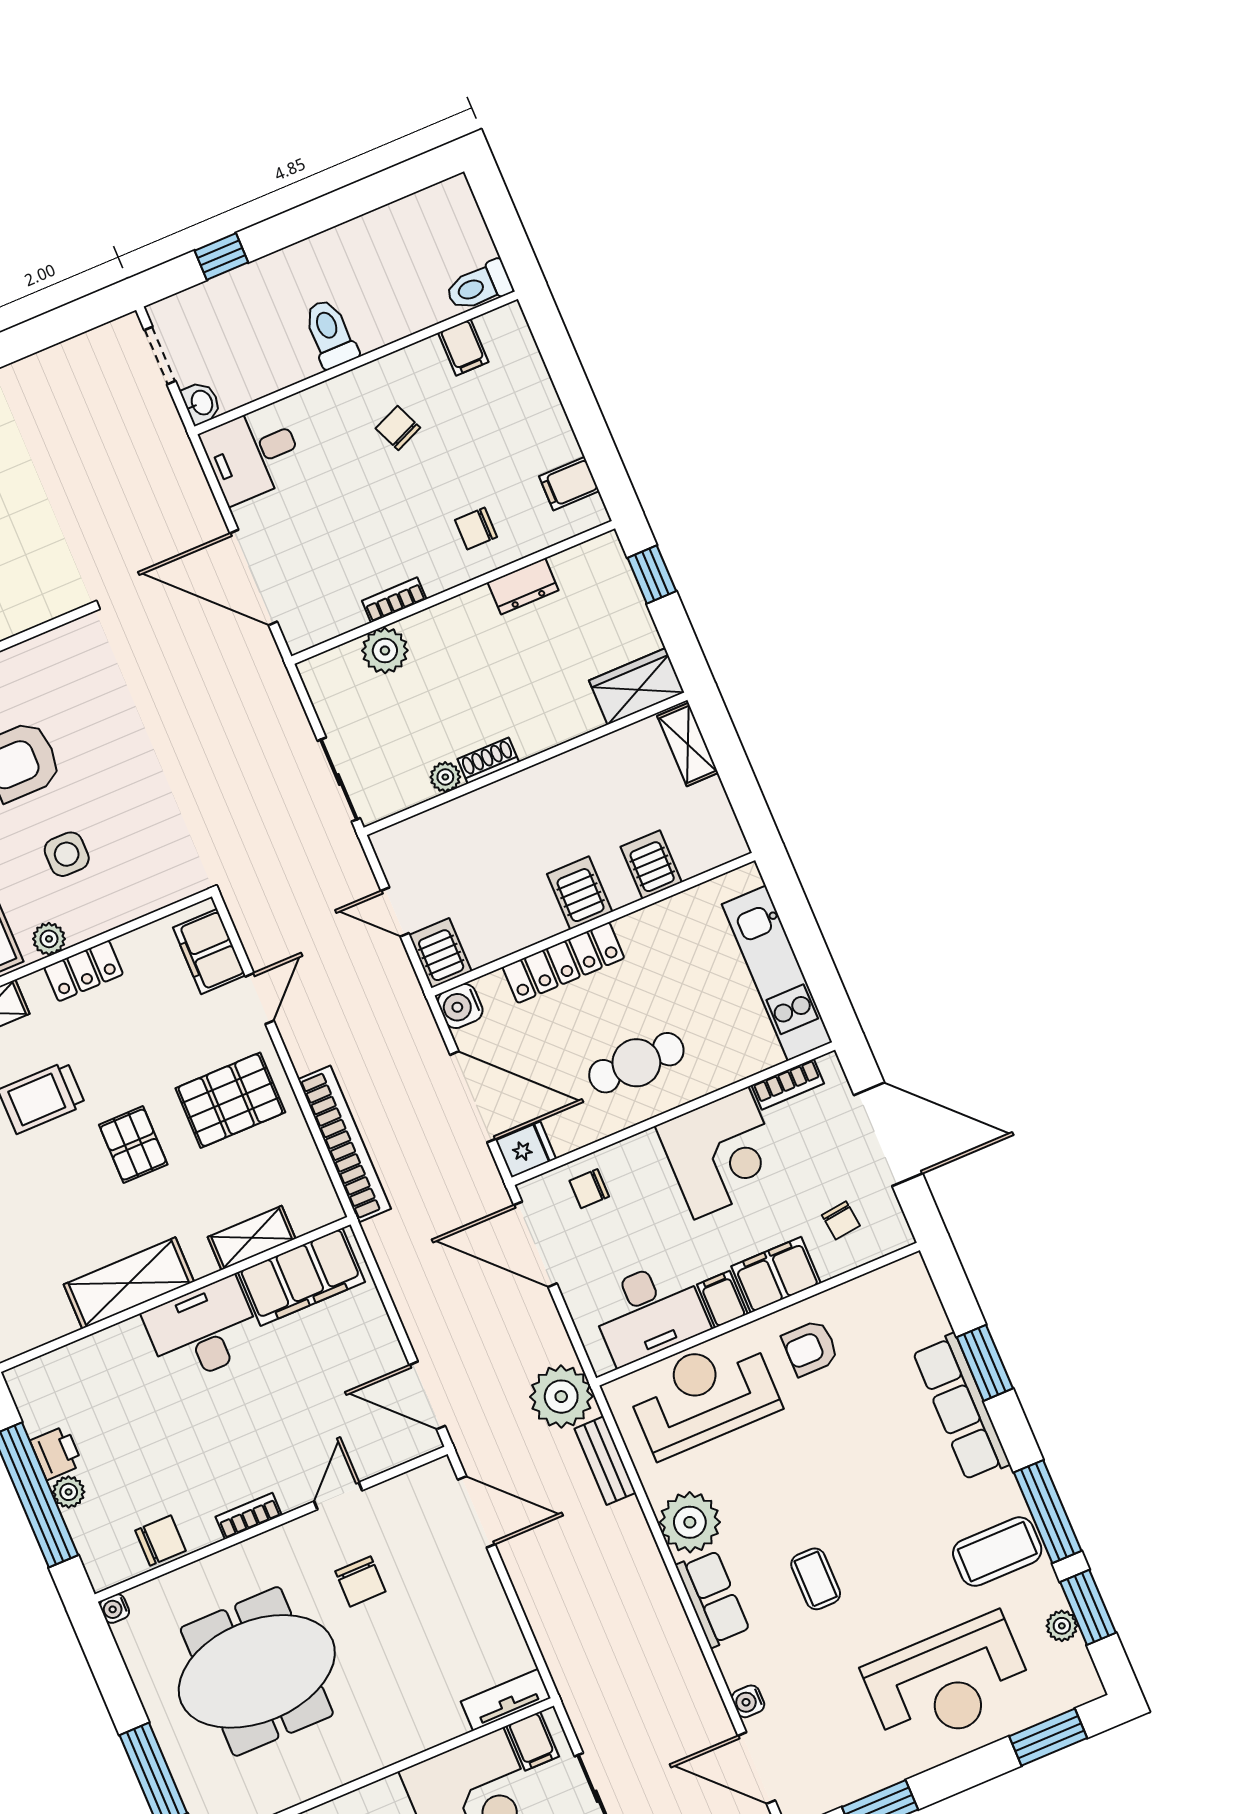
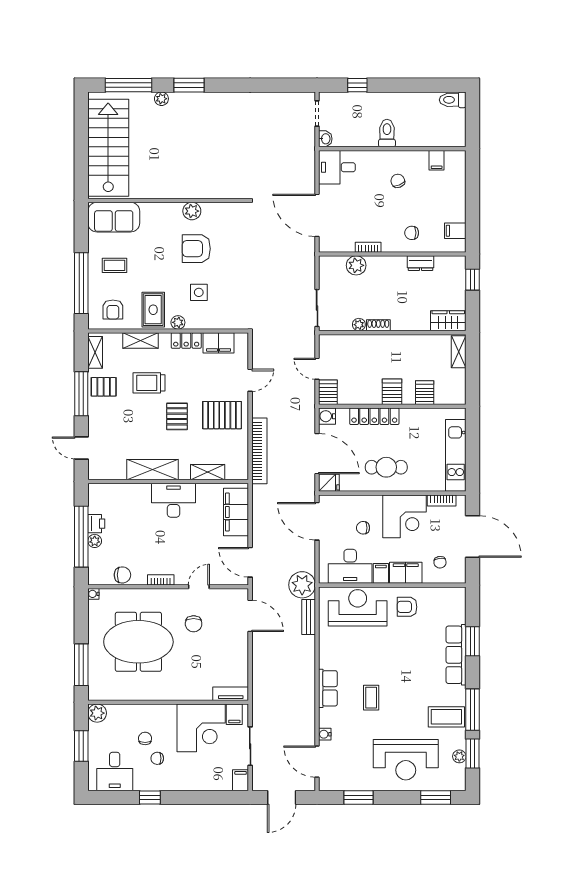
toilet: (479, 286) -> (453, 100), moved
filing cabinet: (209, 951) -> (219, 343), moved, turned -90
chair: (589, 1189) -> (363, 528), moved
filing cabinet: (301, 1277) -> (236, 512), moved, turned 90
plant: (690, 1522) -> (332, 655), removed

